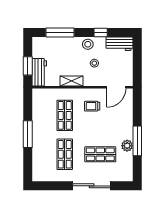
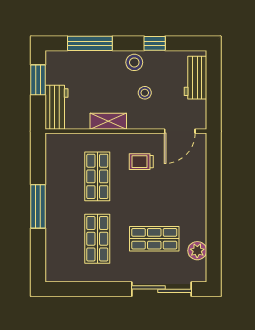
workbench: (120, 44) -> (195, 78), moved, turned 90
window: (28, 66) -> (38, 80), moved
window: (137, 141) -> (214, 217), removed
plant: (127, 146) -> (197, 251), moved
sliding door: (92, 186) -> (162, 289), moved

